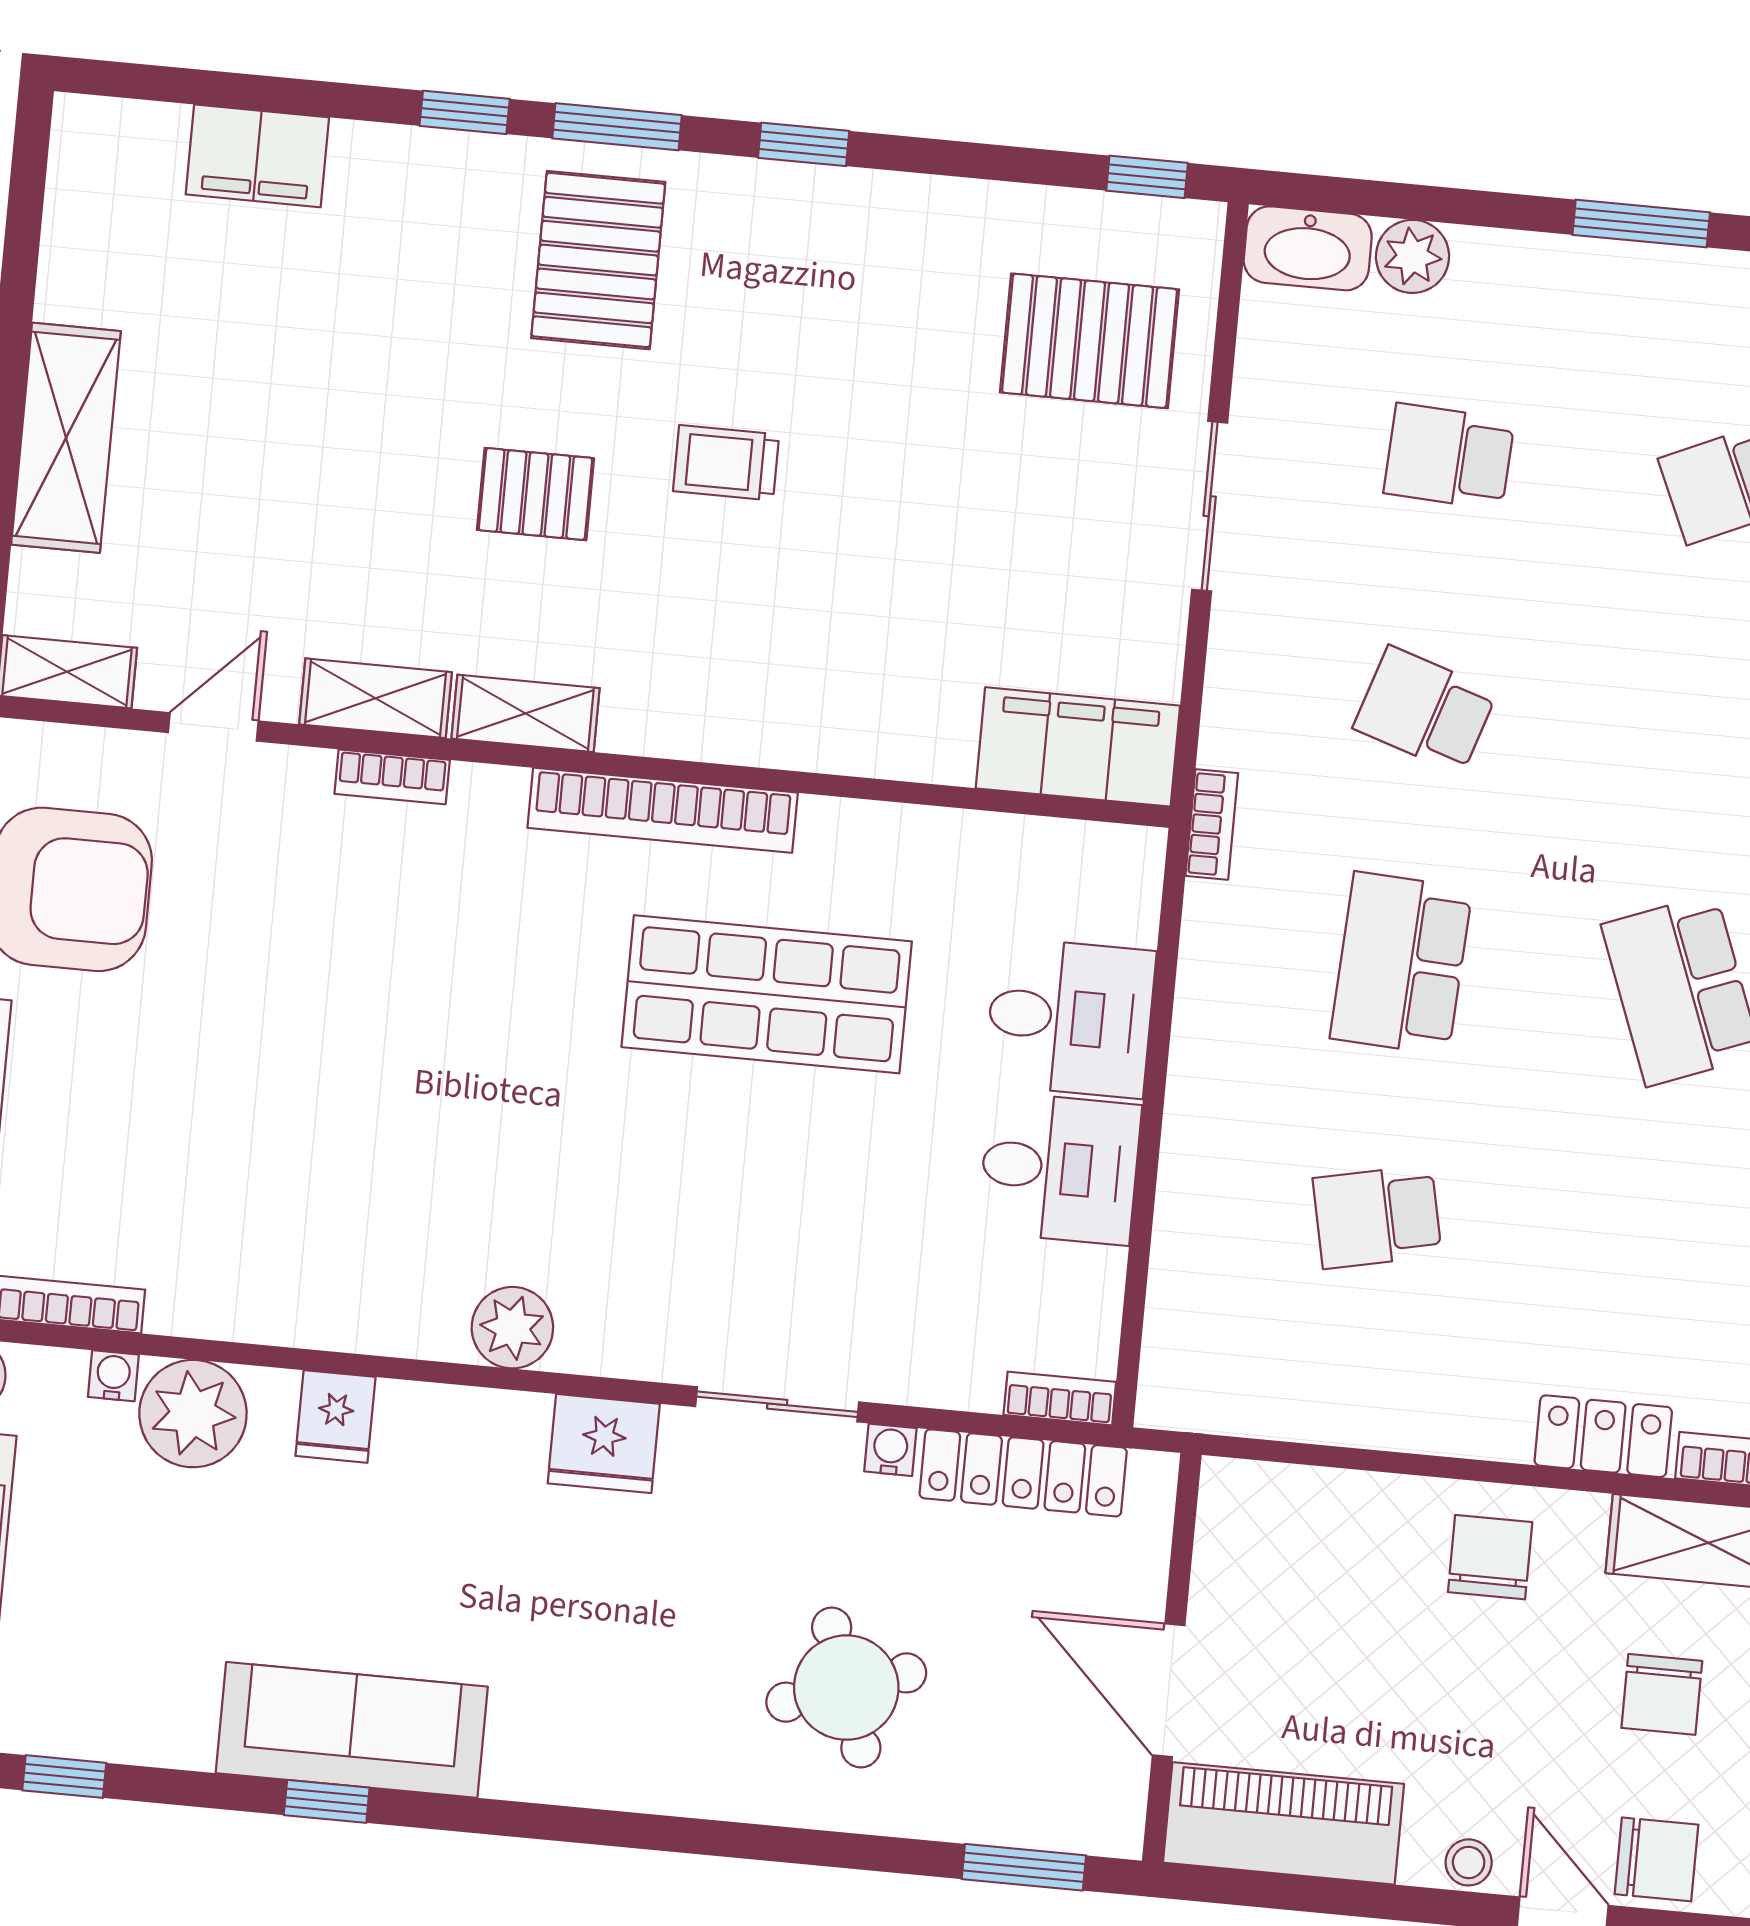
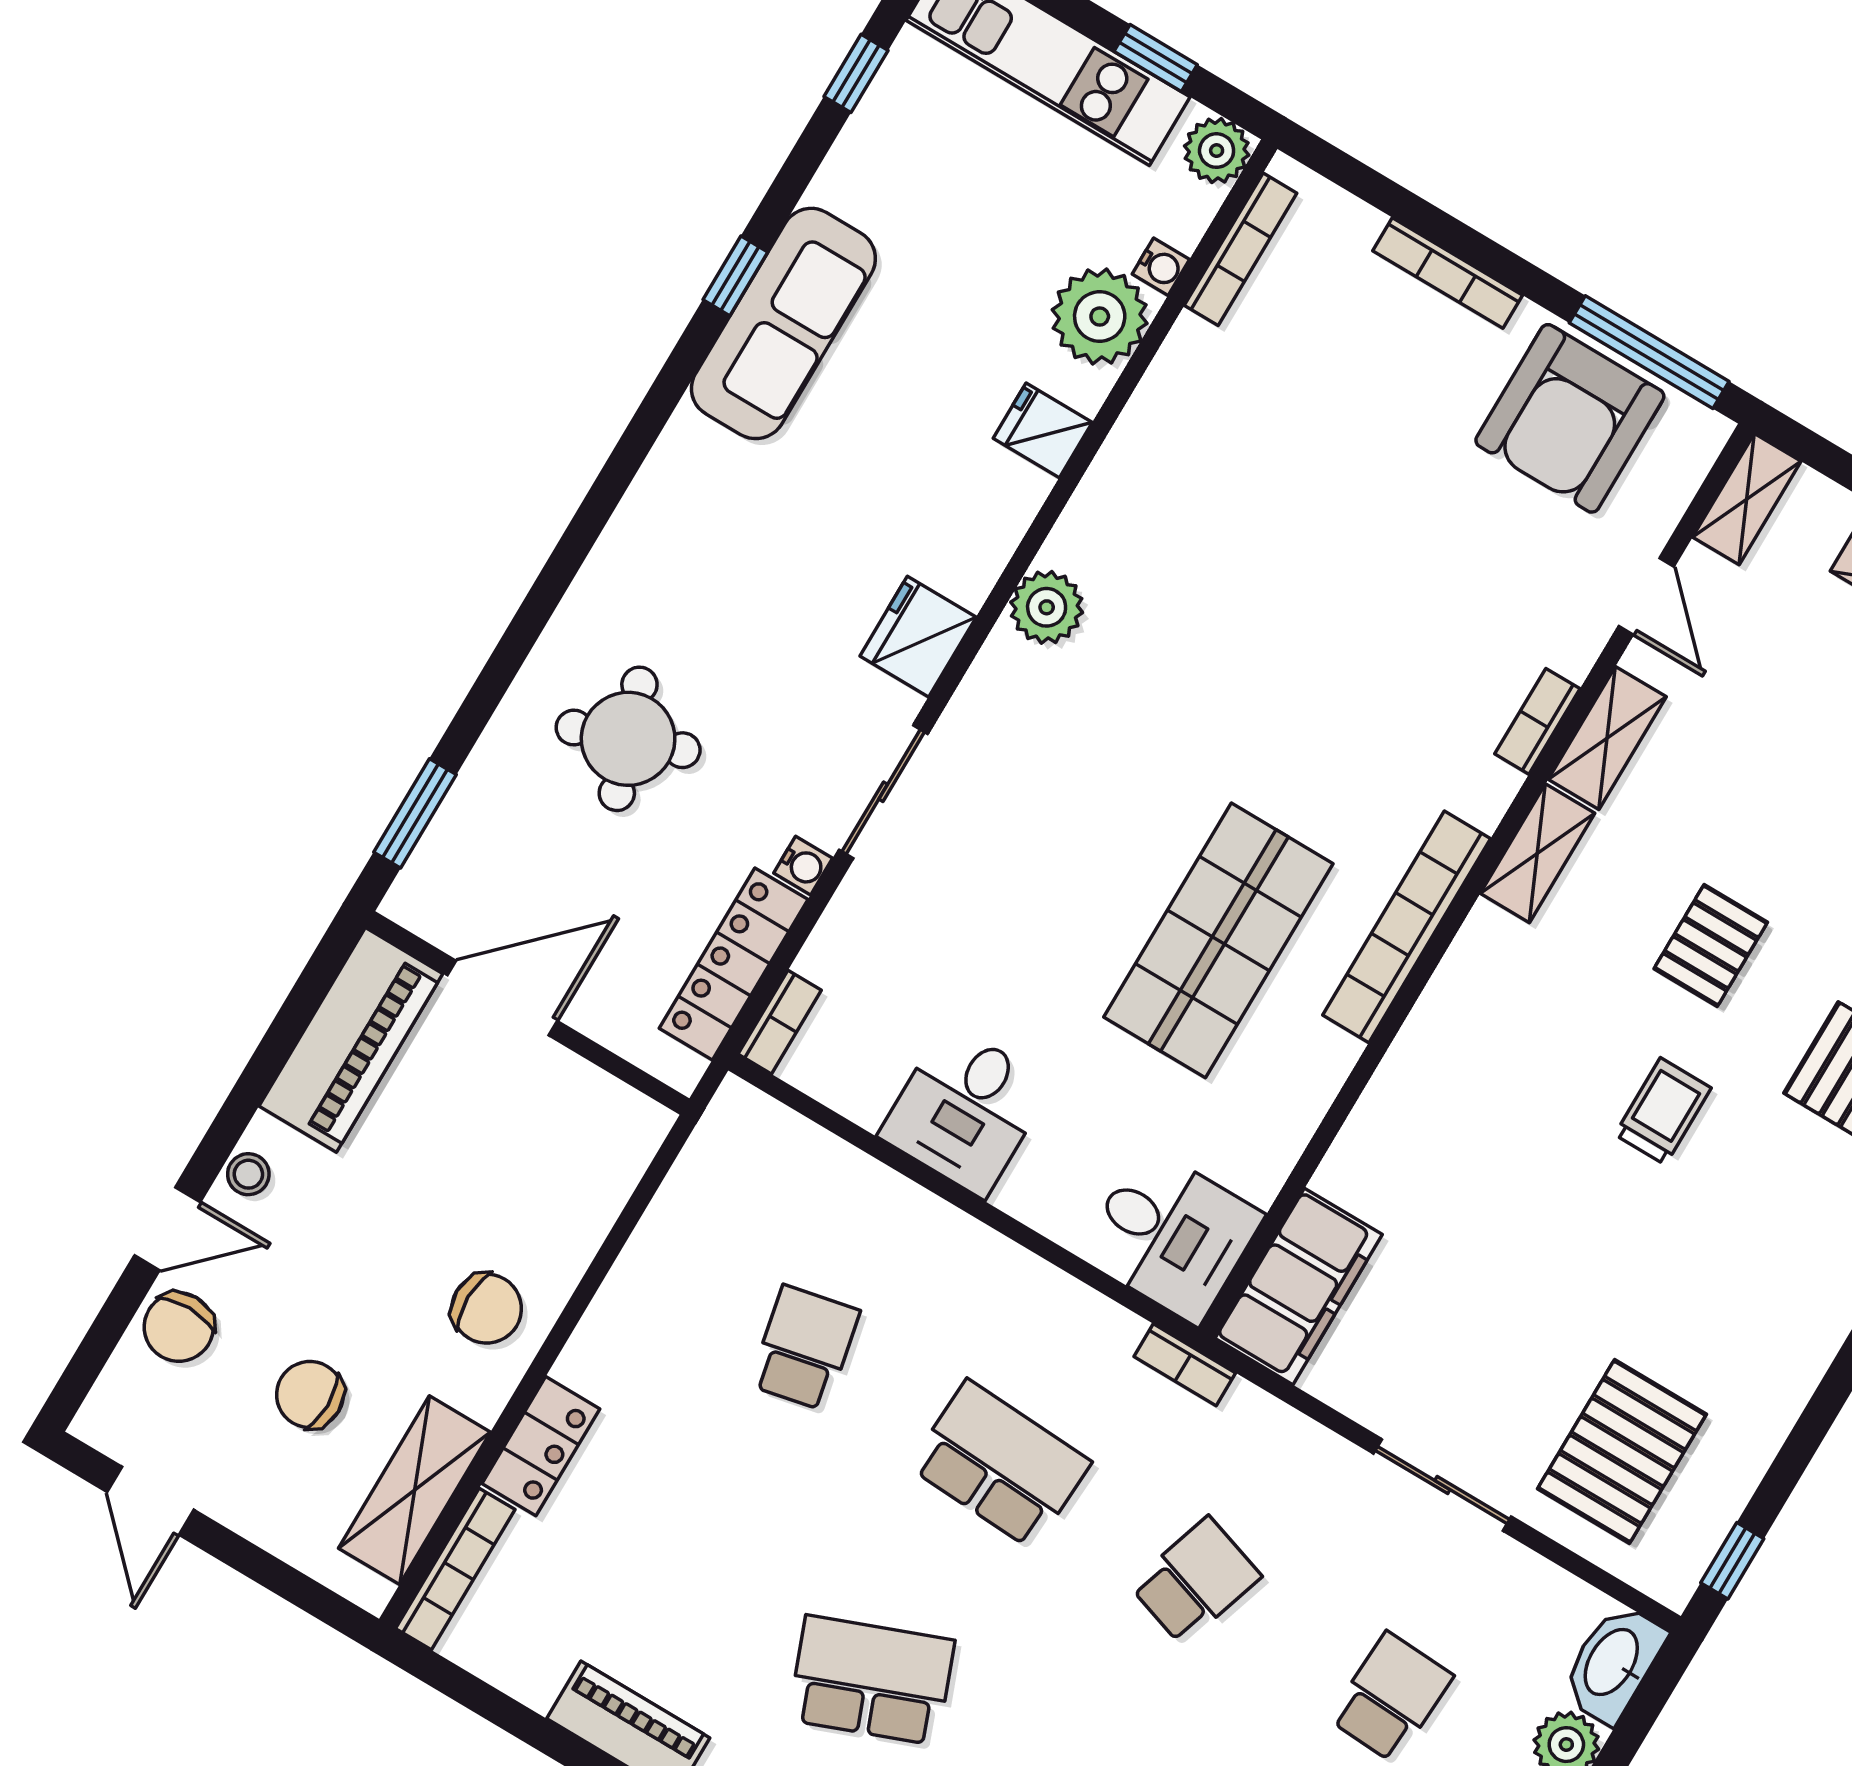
desk: (1070, 1018) -> (1171, 1235), moved, turned -90

